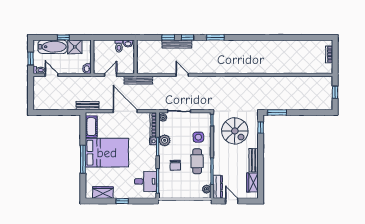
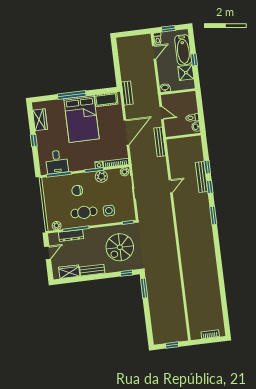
dresser: (218, 187) -> (71, 235), moved

